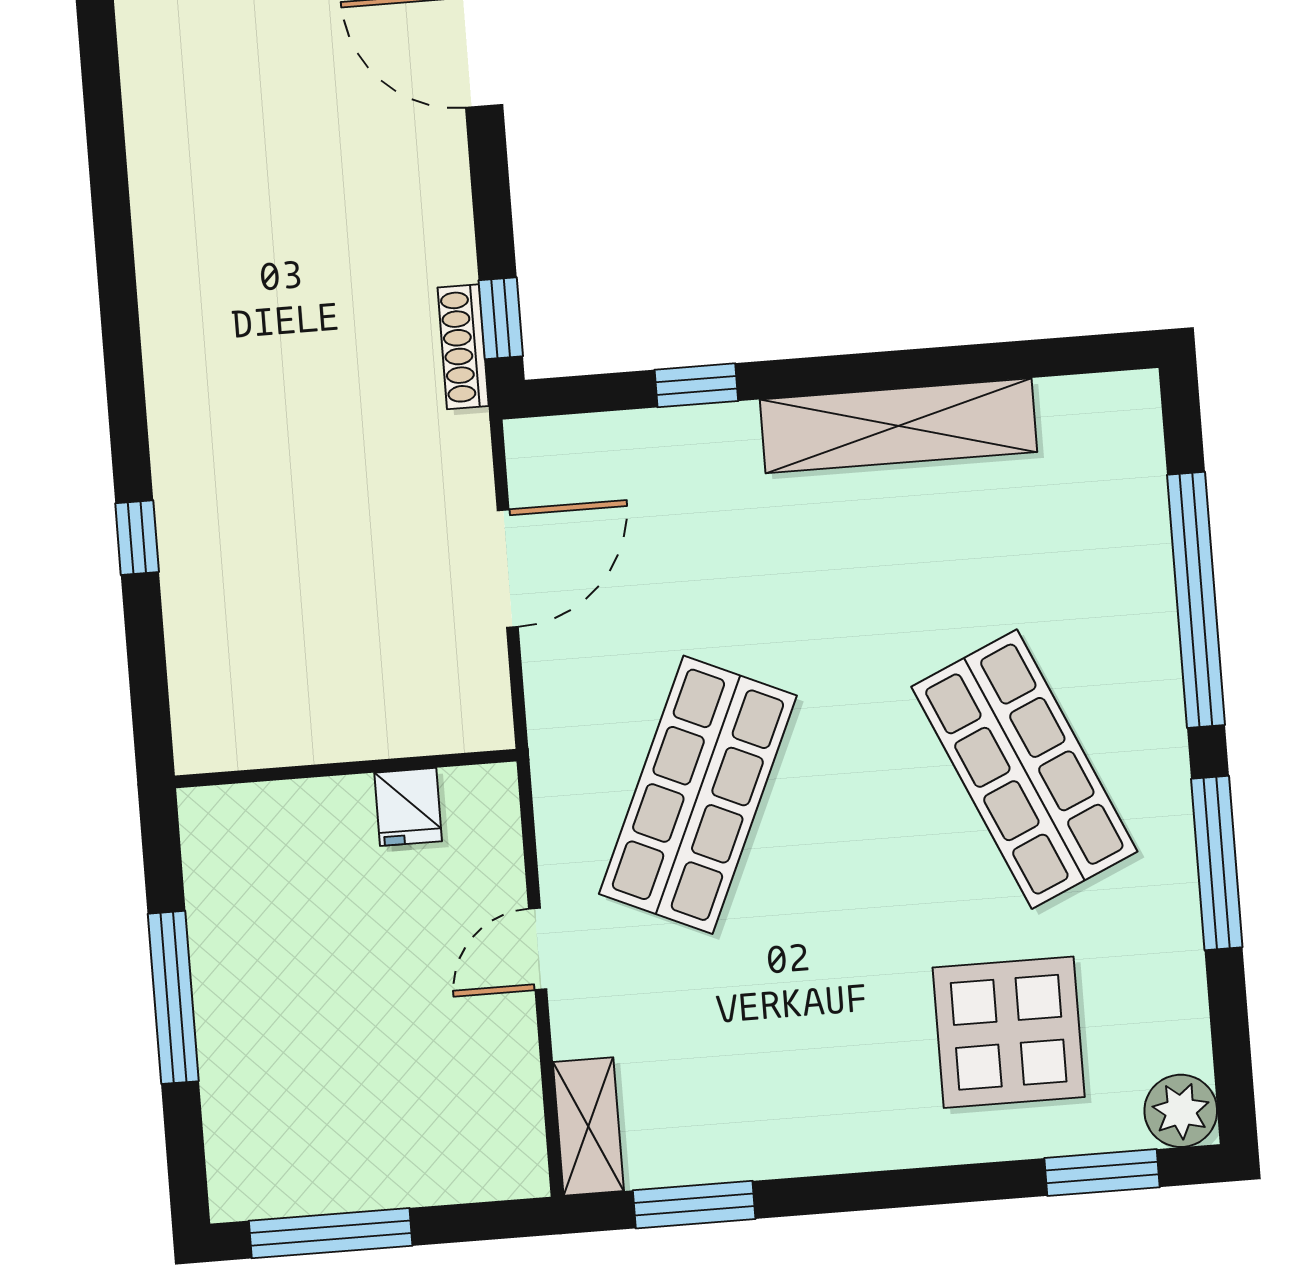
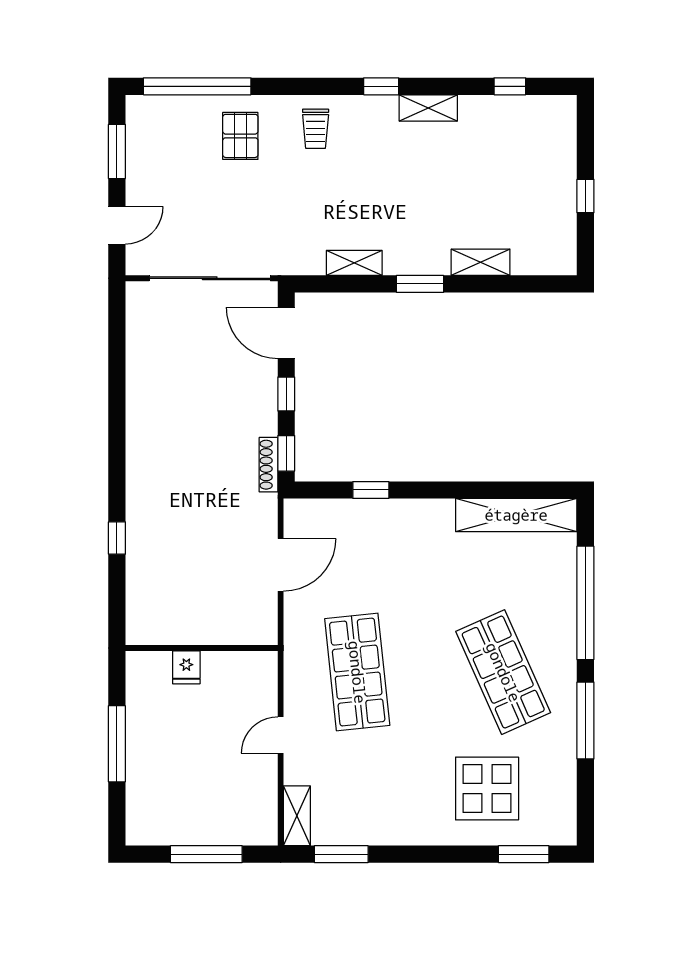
window: (490, 186) -> (286, 394), added
shelving: (898, 426) -> (516, 515), moved
shop shelf: (698, 795) -> (357, 672), turned -30
fridge: (408, 807) -> (186, 667), moved
plant: (1181, 1111) -> (561, 829), removed
window: (331, 1233) -> (206, 854), moved

